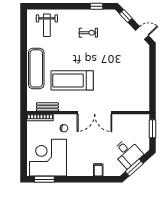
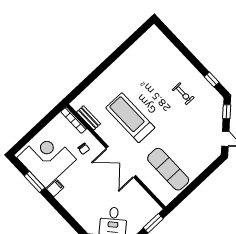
weight bench: (47, 25) -> (157, 53), removed
exercise mat: (36, 68) -> (168, 169), moved, turned 90
filing cabinet: (98, 170) -> (55, 188), moved
window: (44, 179) -> (34, 182), moved

